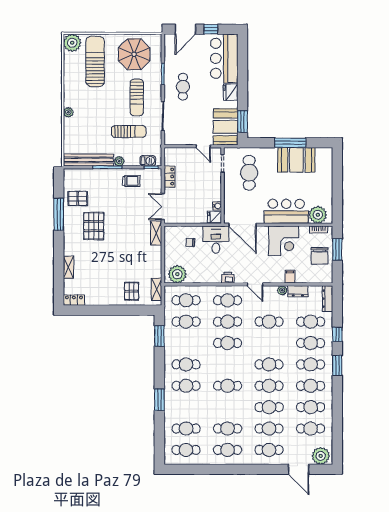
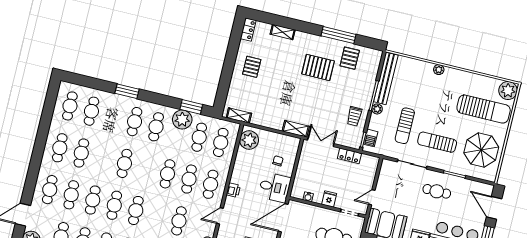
fridge: (214, 217) -> (329, 199), moved
pallet: (132, 291) -> (252, 67), moved, turned 90
plant: (173, 342) -> (182, 120), added

